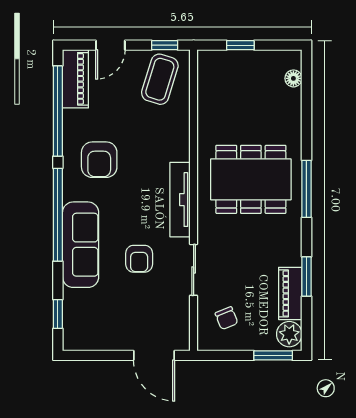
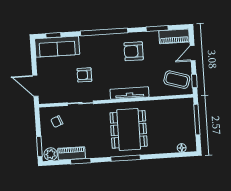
door: (110, 45) -> (193, 53), hinge flipped
window: (240, 45) -> (197, 120), width x2.17
window: (58, 111) -> (157, 28), width x0.47
tv unit: (180, 200) -> (130, 93), moved
sofa: (81, 245) -> (57, 47), moved
door: (154, 355) -> (35, 86), hinge flipped

